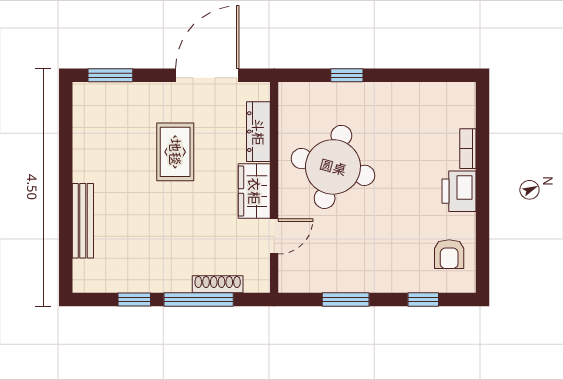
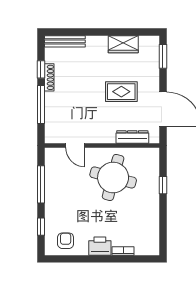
wardrobe: (254, 191) -> (123, 44), moved, turned 180
bench: (83, 221) -> (65, 41), moved
armchair: (449, 254) -> (66, 241), turned 90
shoe rack: (218, 284) -> (49, 77), moved
window: (346, 299) -> (41, 184), width x1.44

